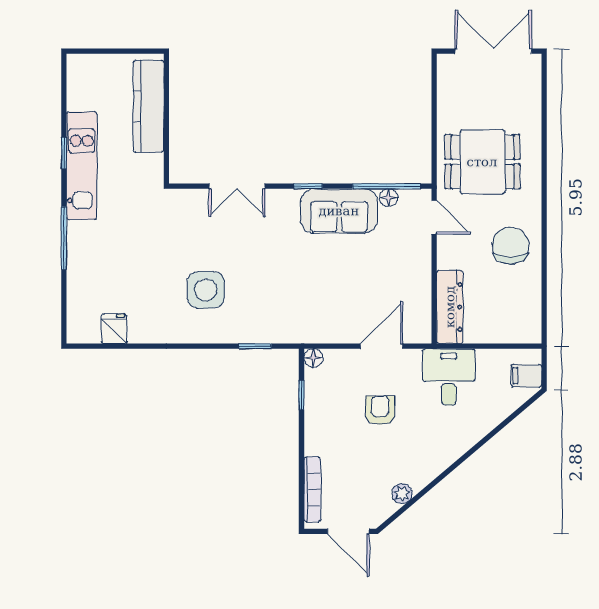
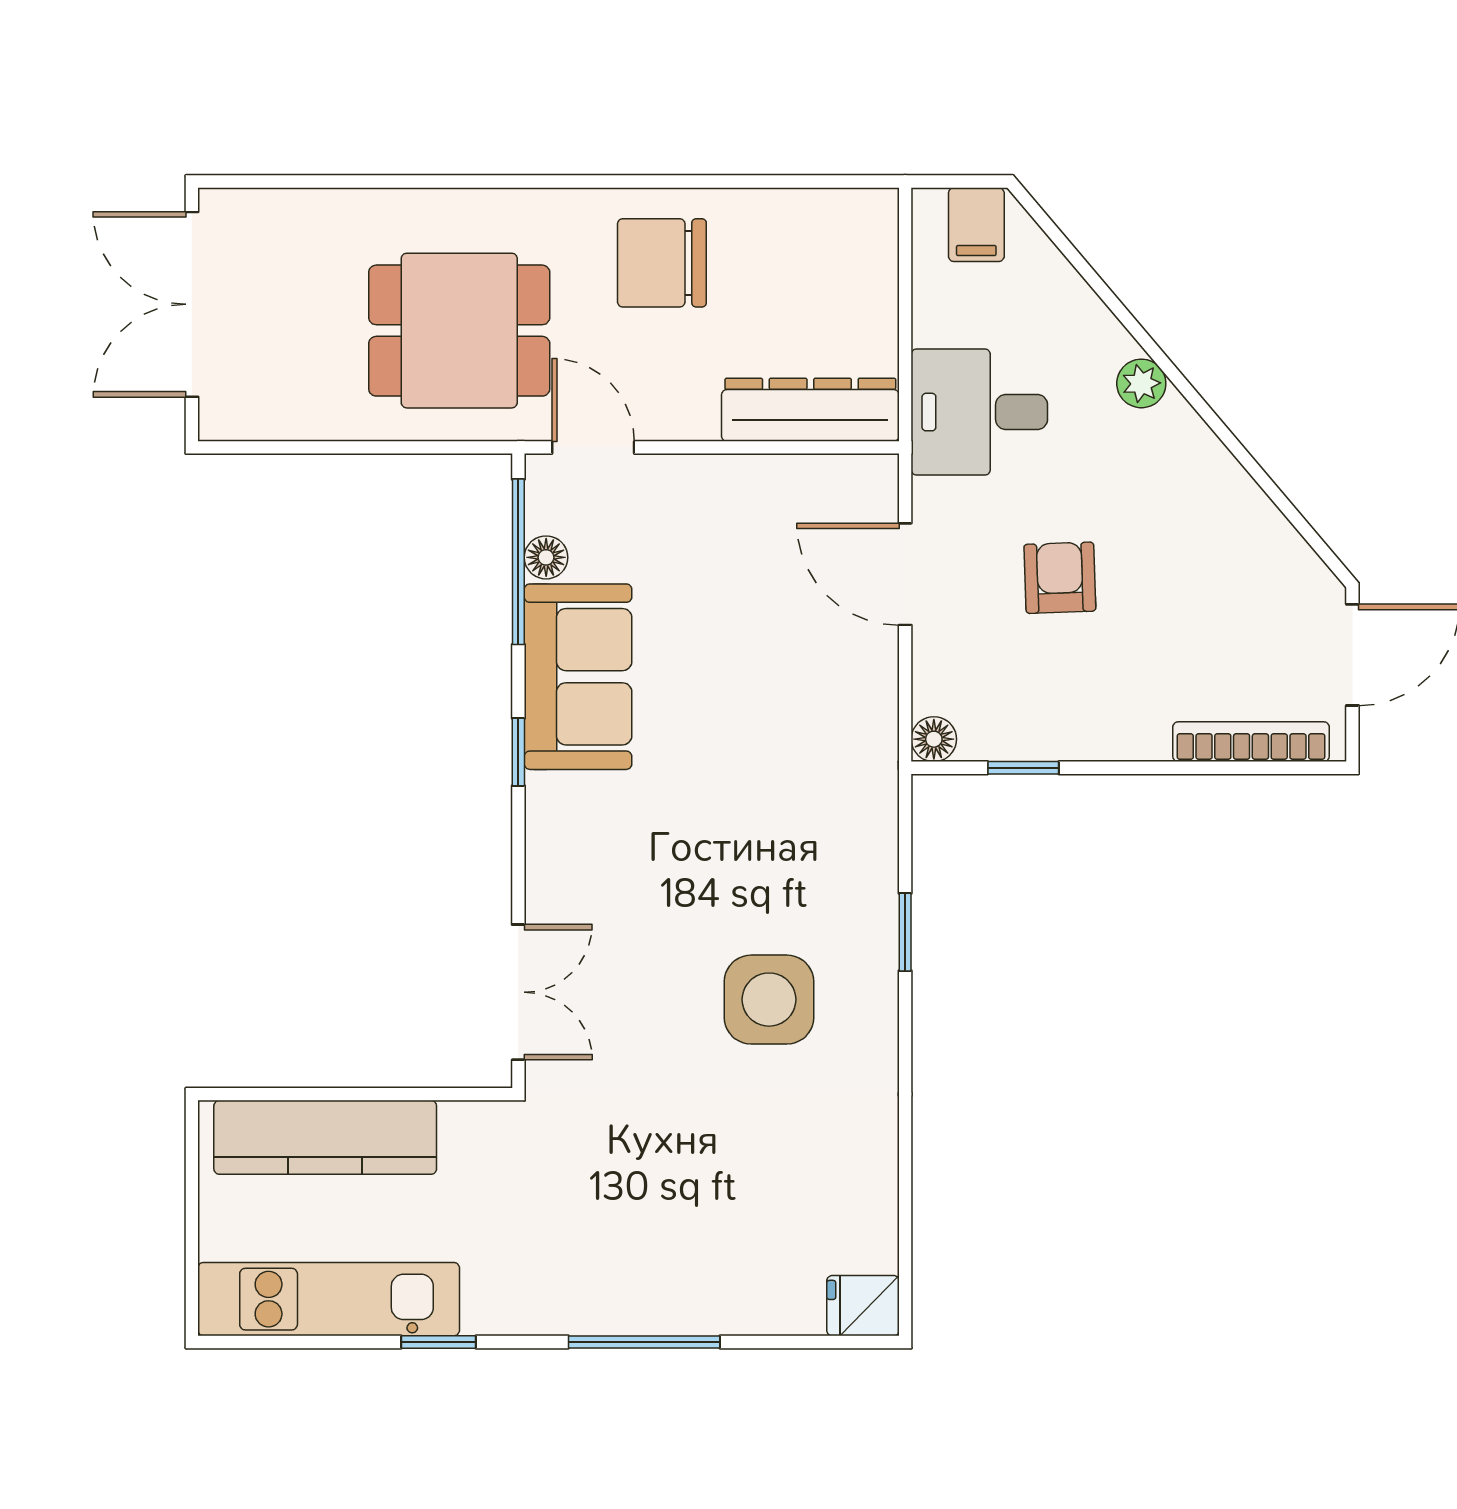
dining table: (482, 162) -> (459, 331), turned 90
kitchen unit: (82, 166) -> (329, 1299), moved
double door: (237, 186) -> (518, 992), moved
door: (434, 217) -> (593, 447), hinge flipped
fridge: (114, 329) -> (863, 1306), moved
window: (255, 346) -> (905, 932), moved
armchair: (380, 410) -> (1060, 578), turned 88
plant: (402, 494) -> (1141, 383), moved

